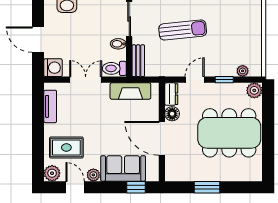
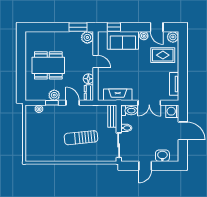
door: (195, 80) -> (73, 103), swing flipped
plant: (254, 90) -> (54, 95), moved
dining table: (229, 133) -> (48, 65), width x0.73, depth x0.80
door: (162, 138) -> (96, 62), width x0.53
plant: (174, 173) -> (87, 37), added
window: (207, 187) -> (78, 27), moved

